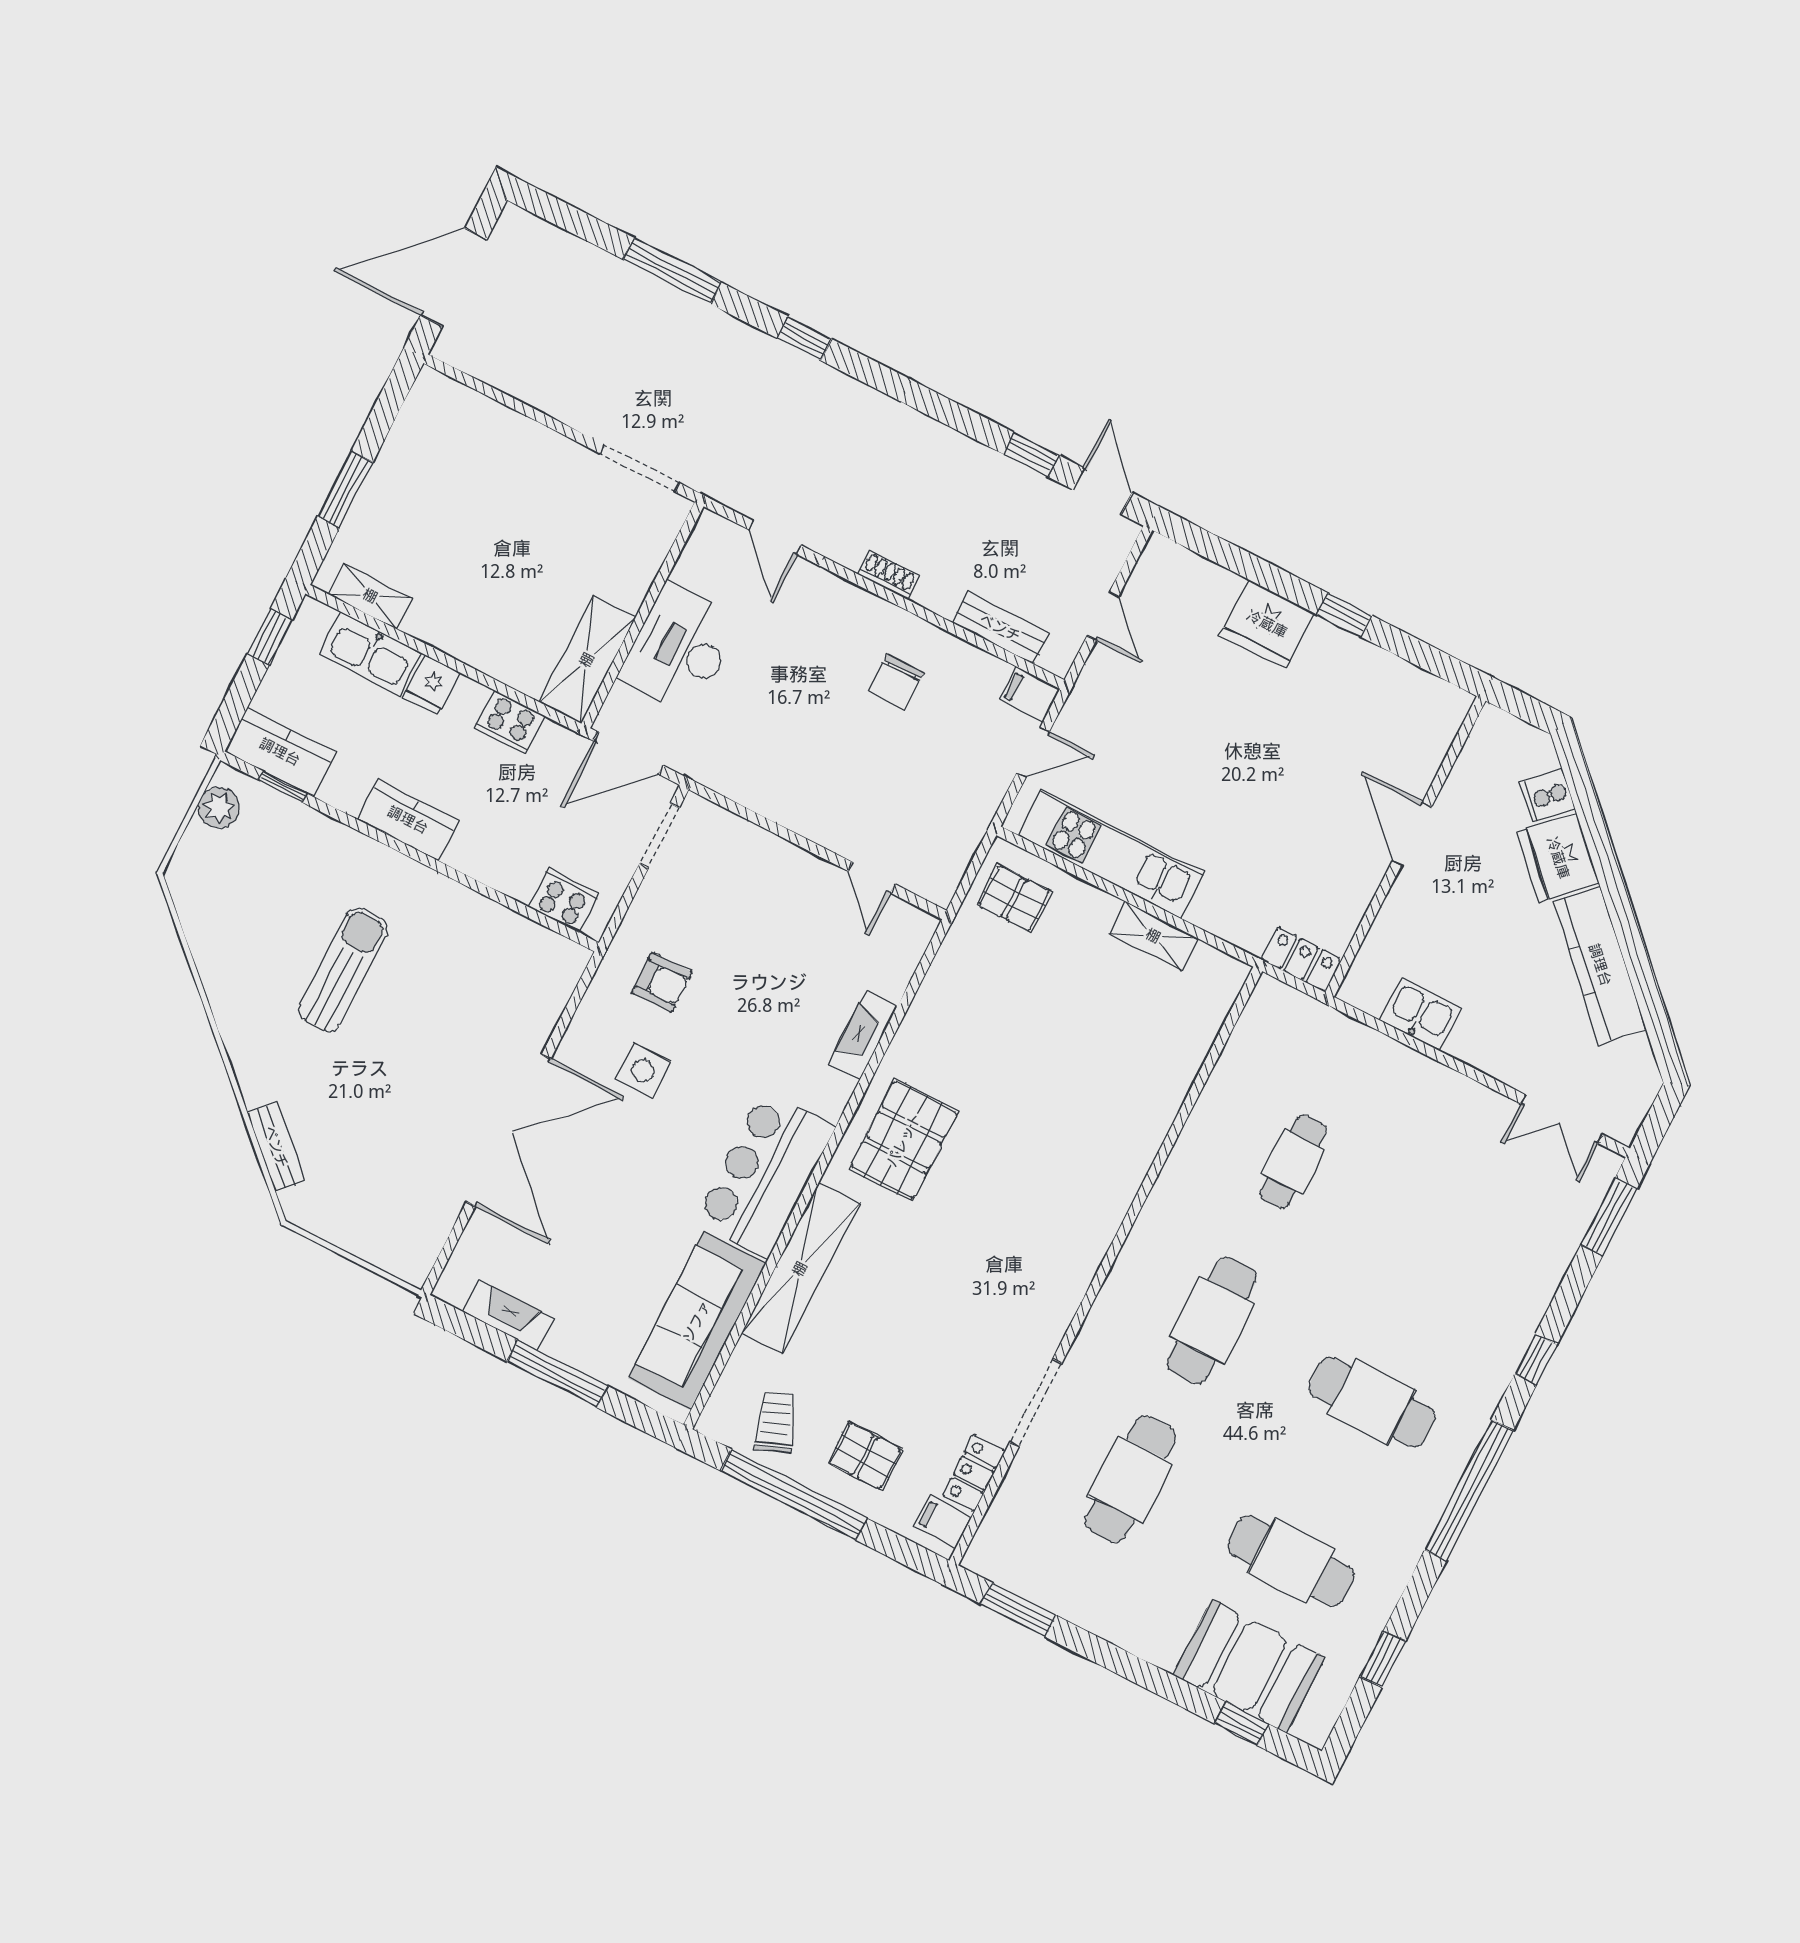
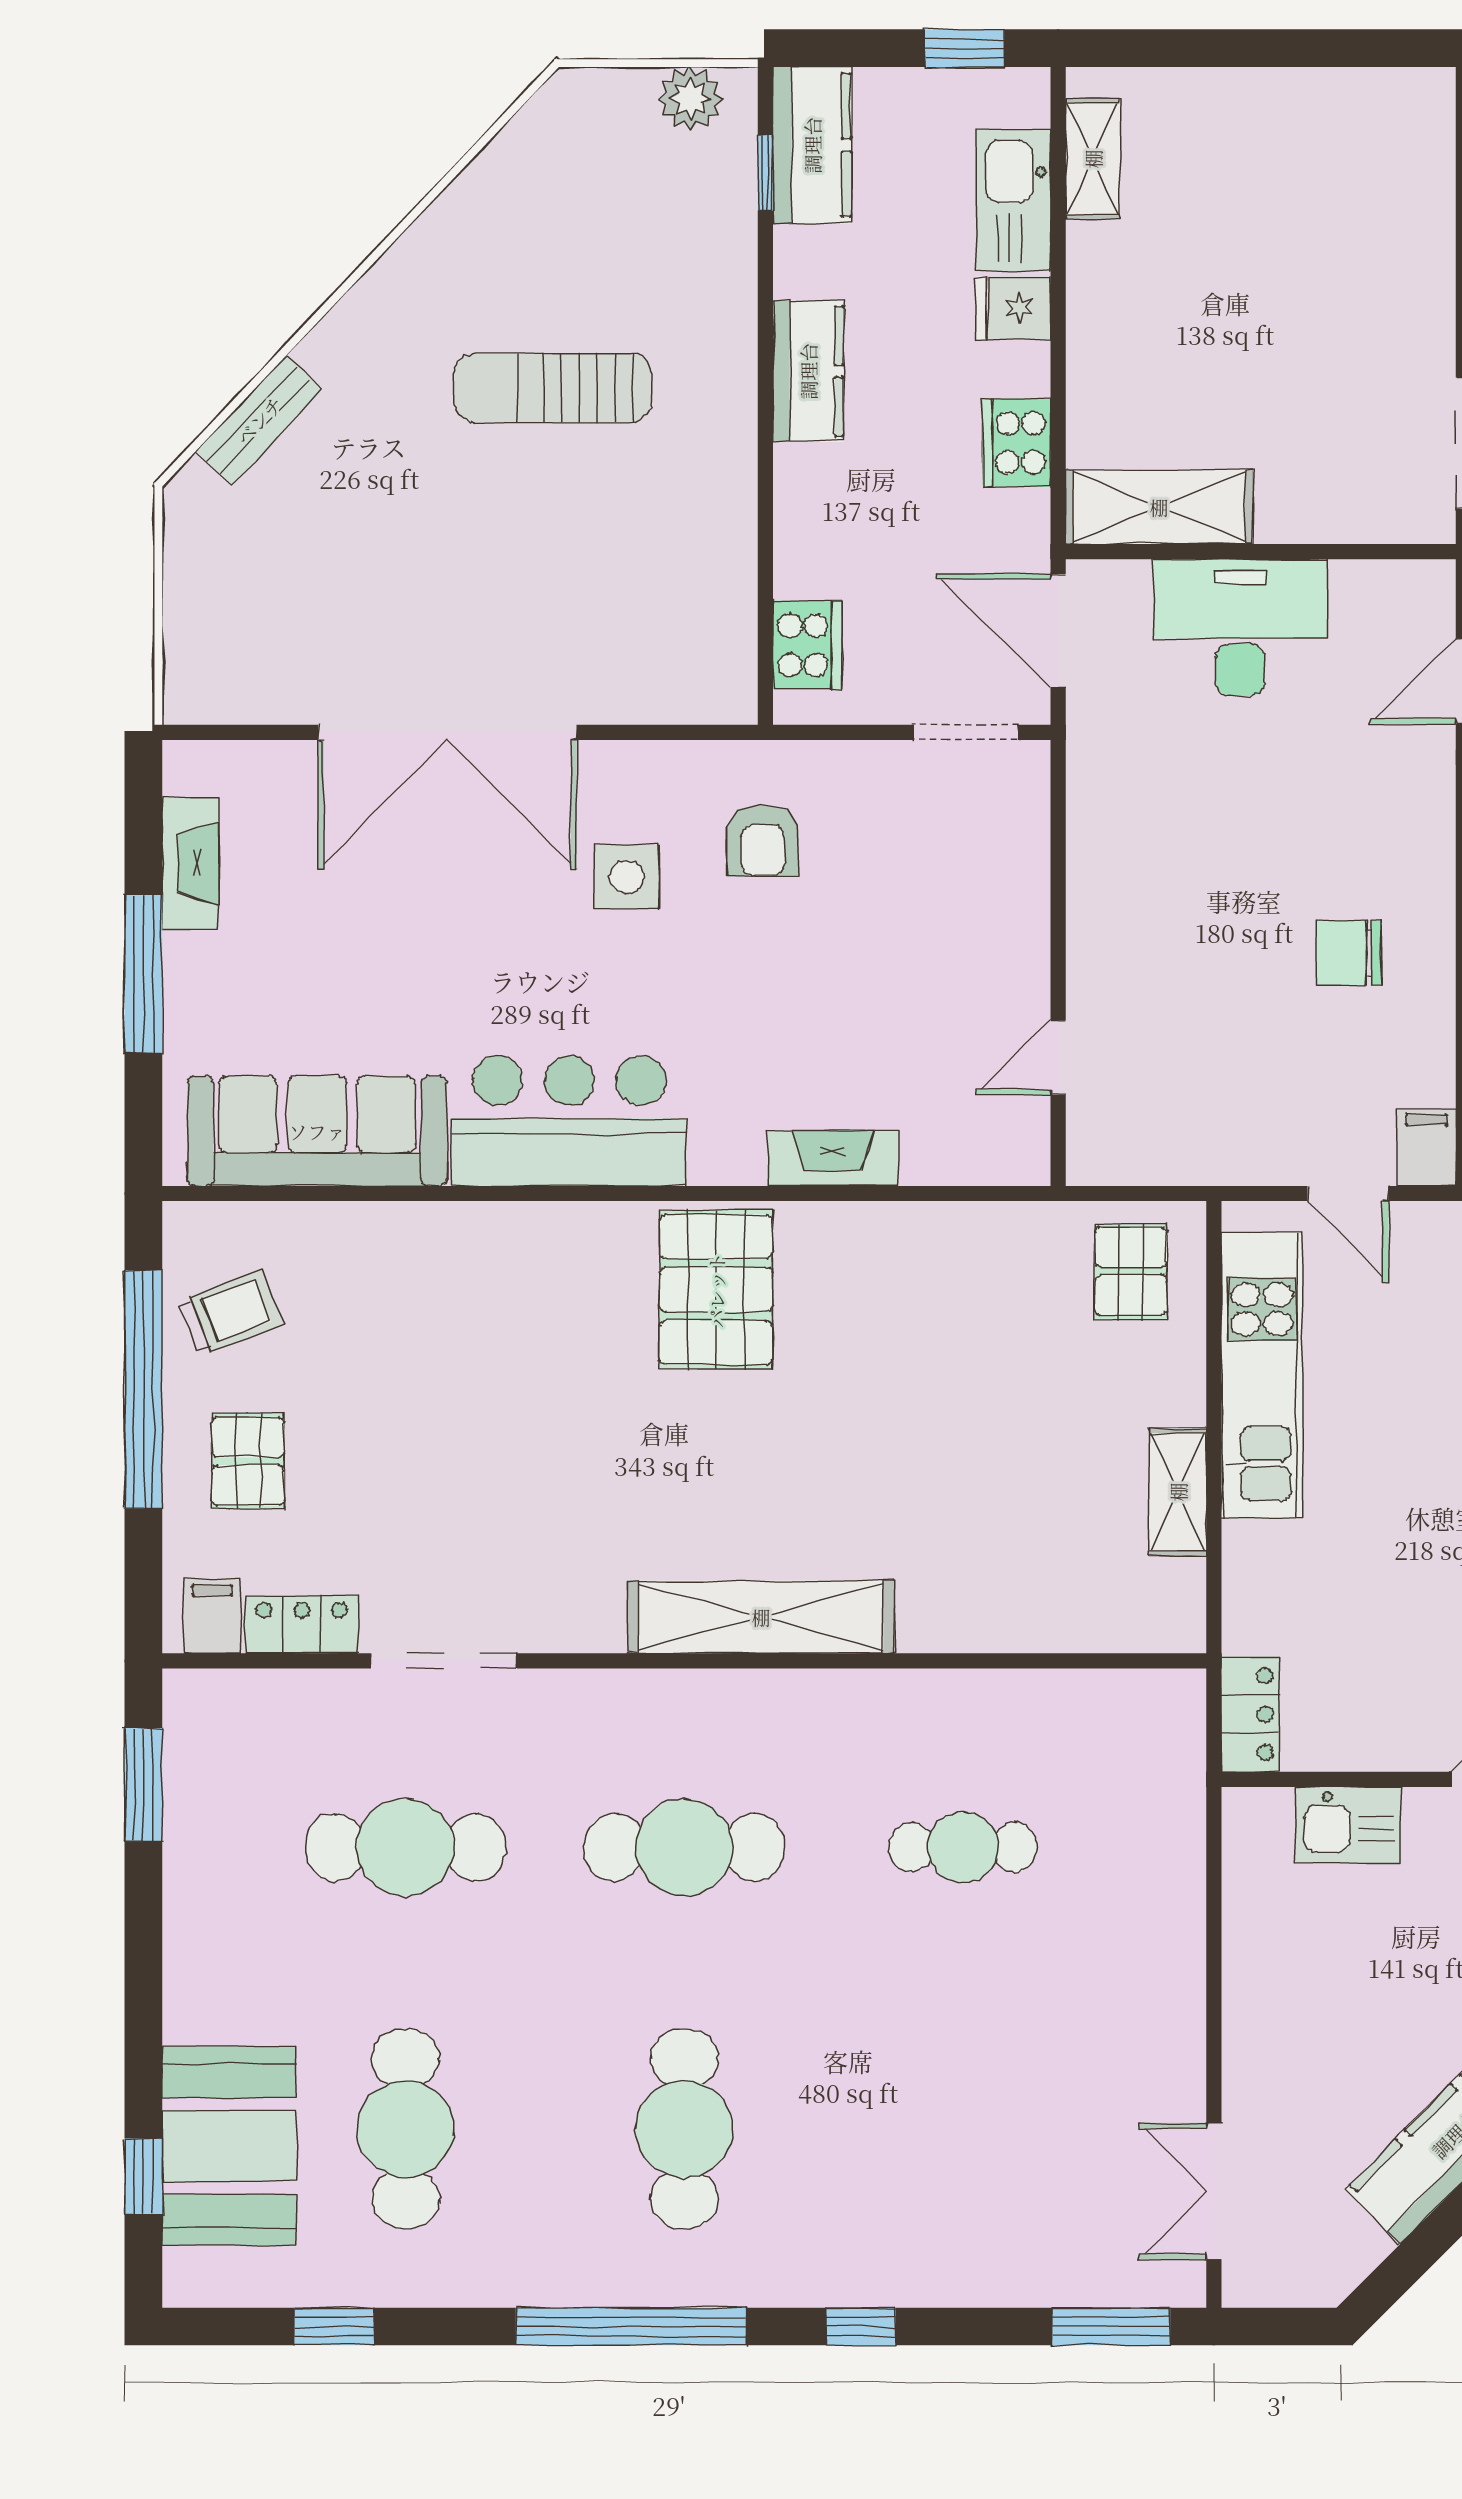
window: (345, 489) -> (1224, 48), removed
sun lounger: (343, 970) -> (553, 388), turned 180
kitchen sink: (1420, 1014) -> (1348, 1825), moved, turned 90
pallet: (904, 1140) -> (716, 1290), turned 90
shelving: (800, 1269) -> (761, 1617), moved

